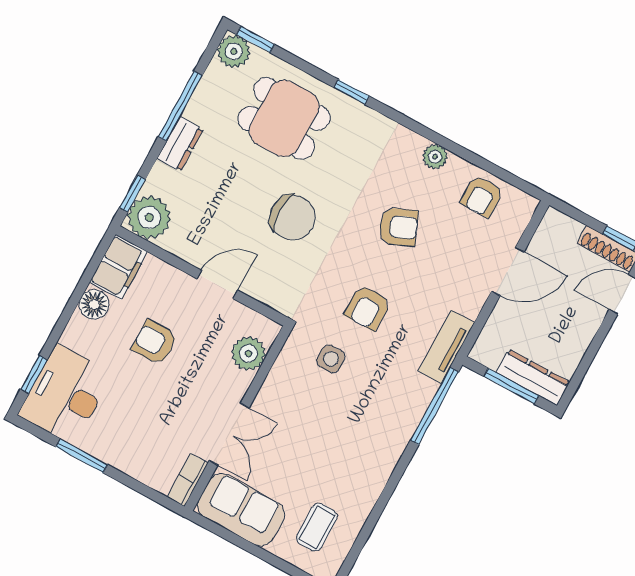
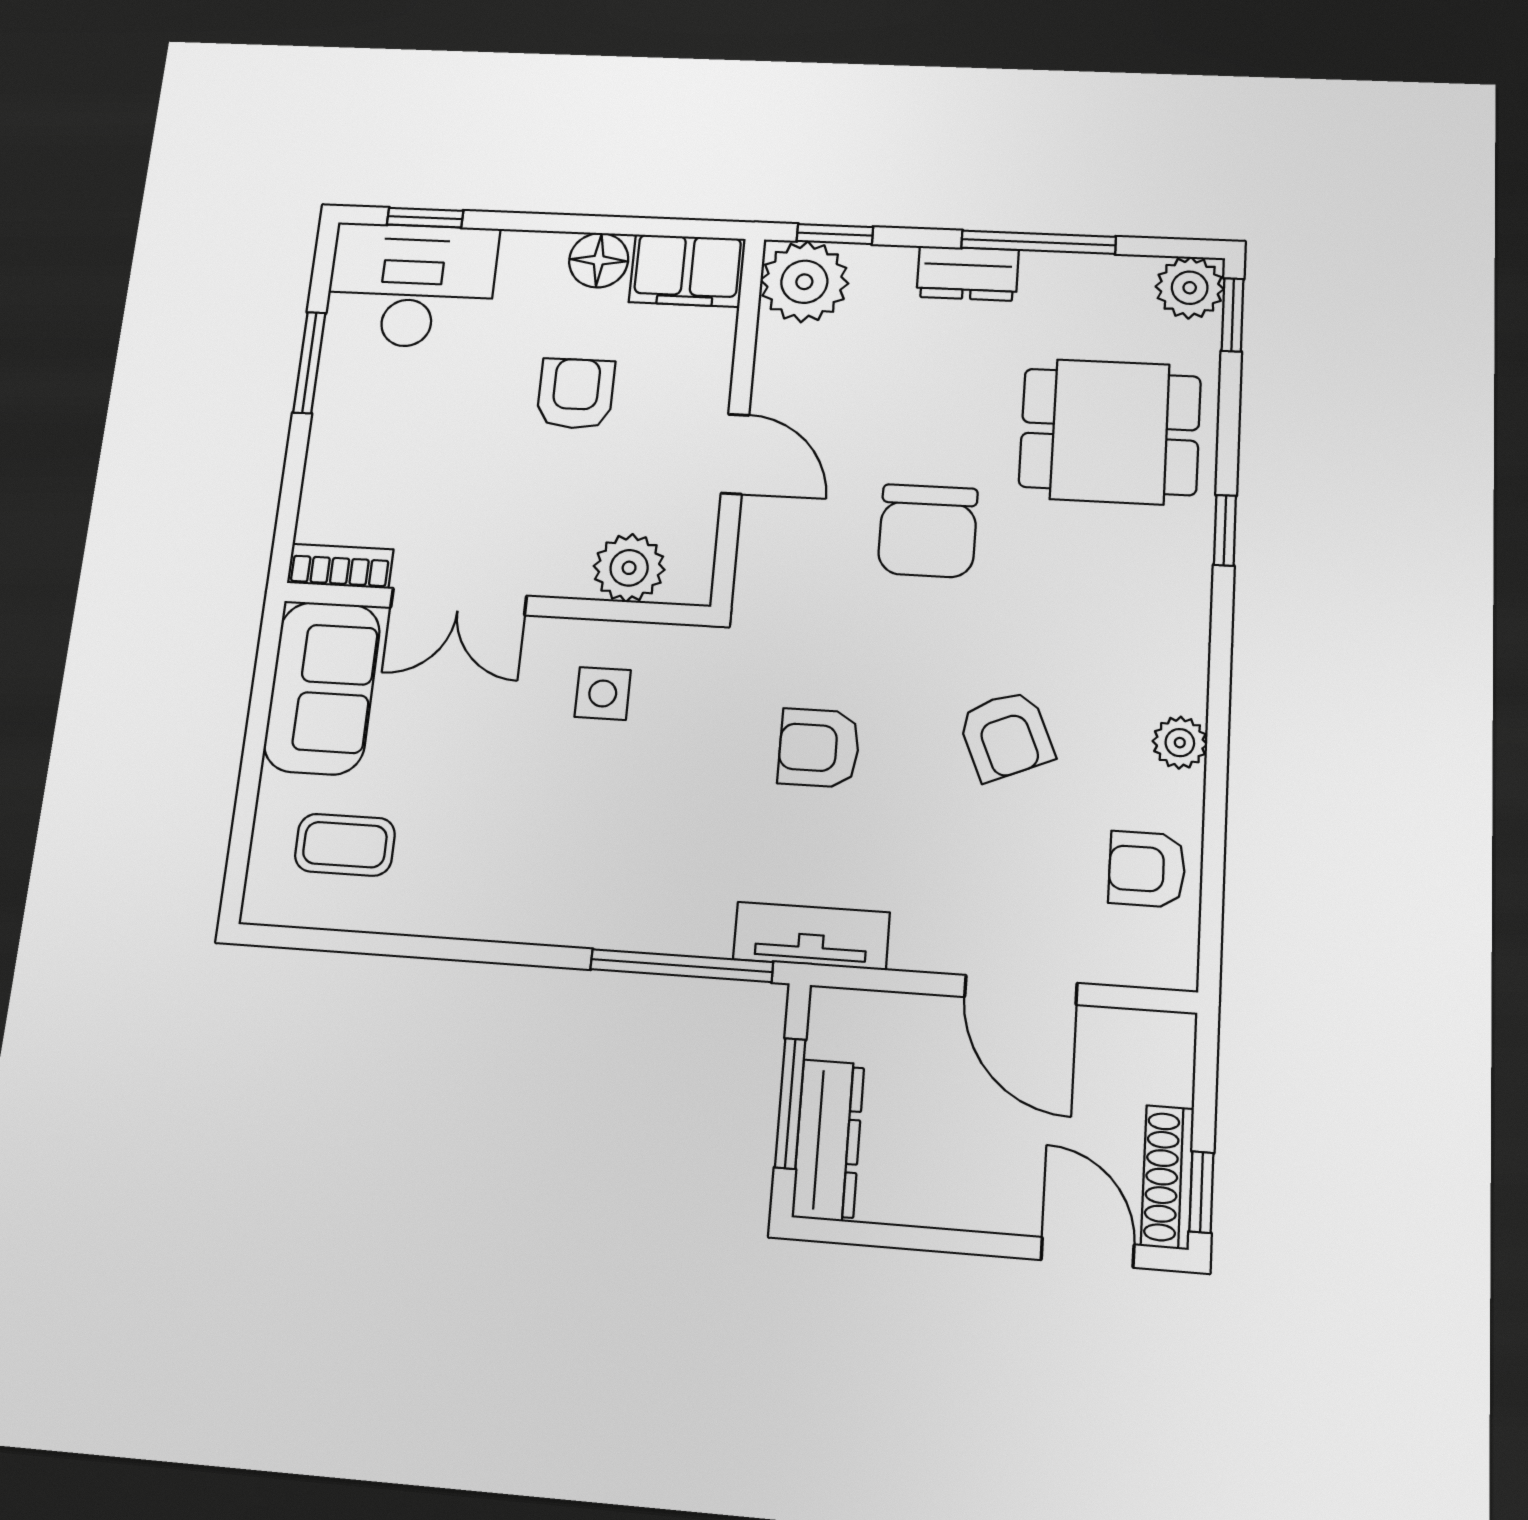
dining table: (284, 118) -> (1110, 432), turned 90
side table: (331, 359) -> (603, 693), moved

